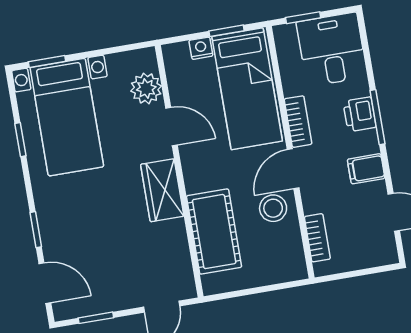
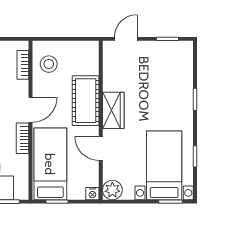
nightstand: (201, 48) -> (92, 194), moved
plant: (146, 88) -> (112, 190), moved
stool: (273, 208) -> (49, 64), moved
cot: (214, 232) -> (86, 101), moved
door: (45, 283) -> (195, 66), removed

